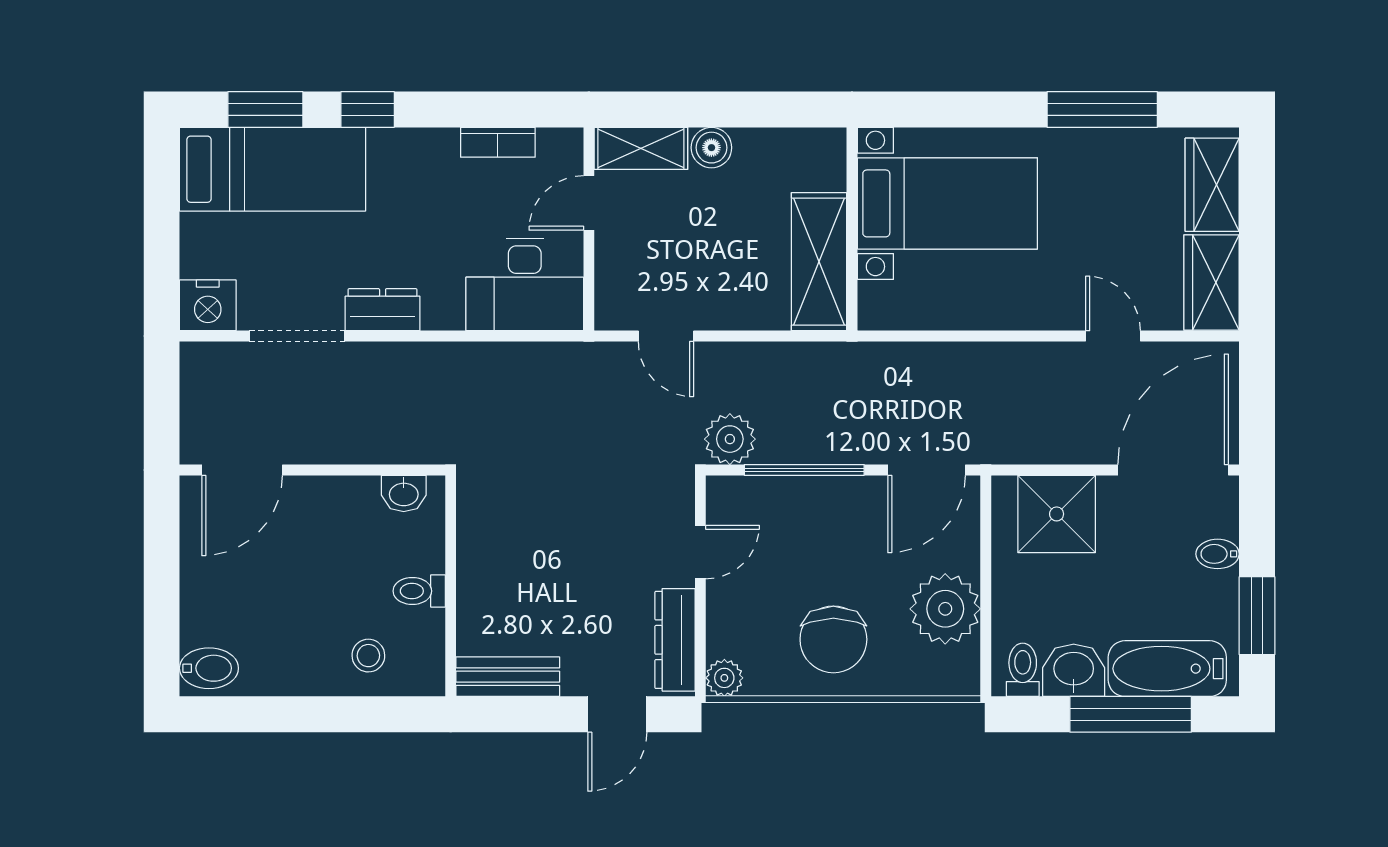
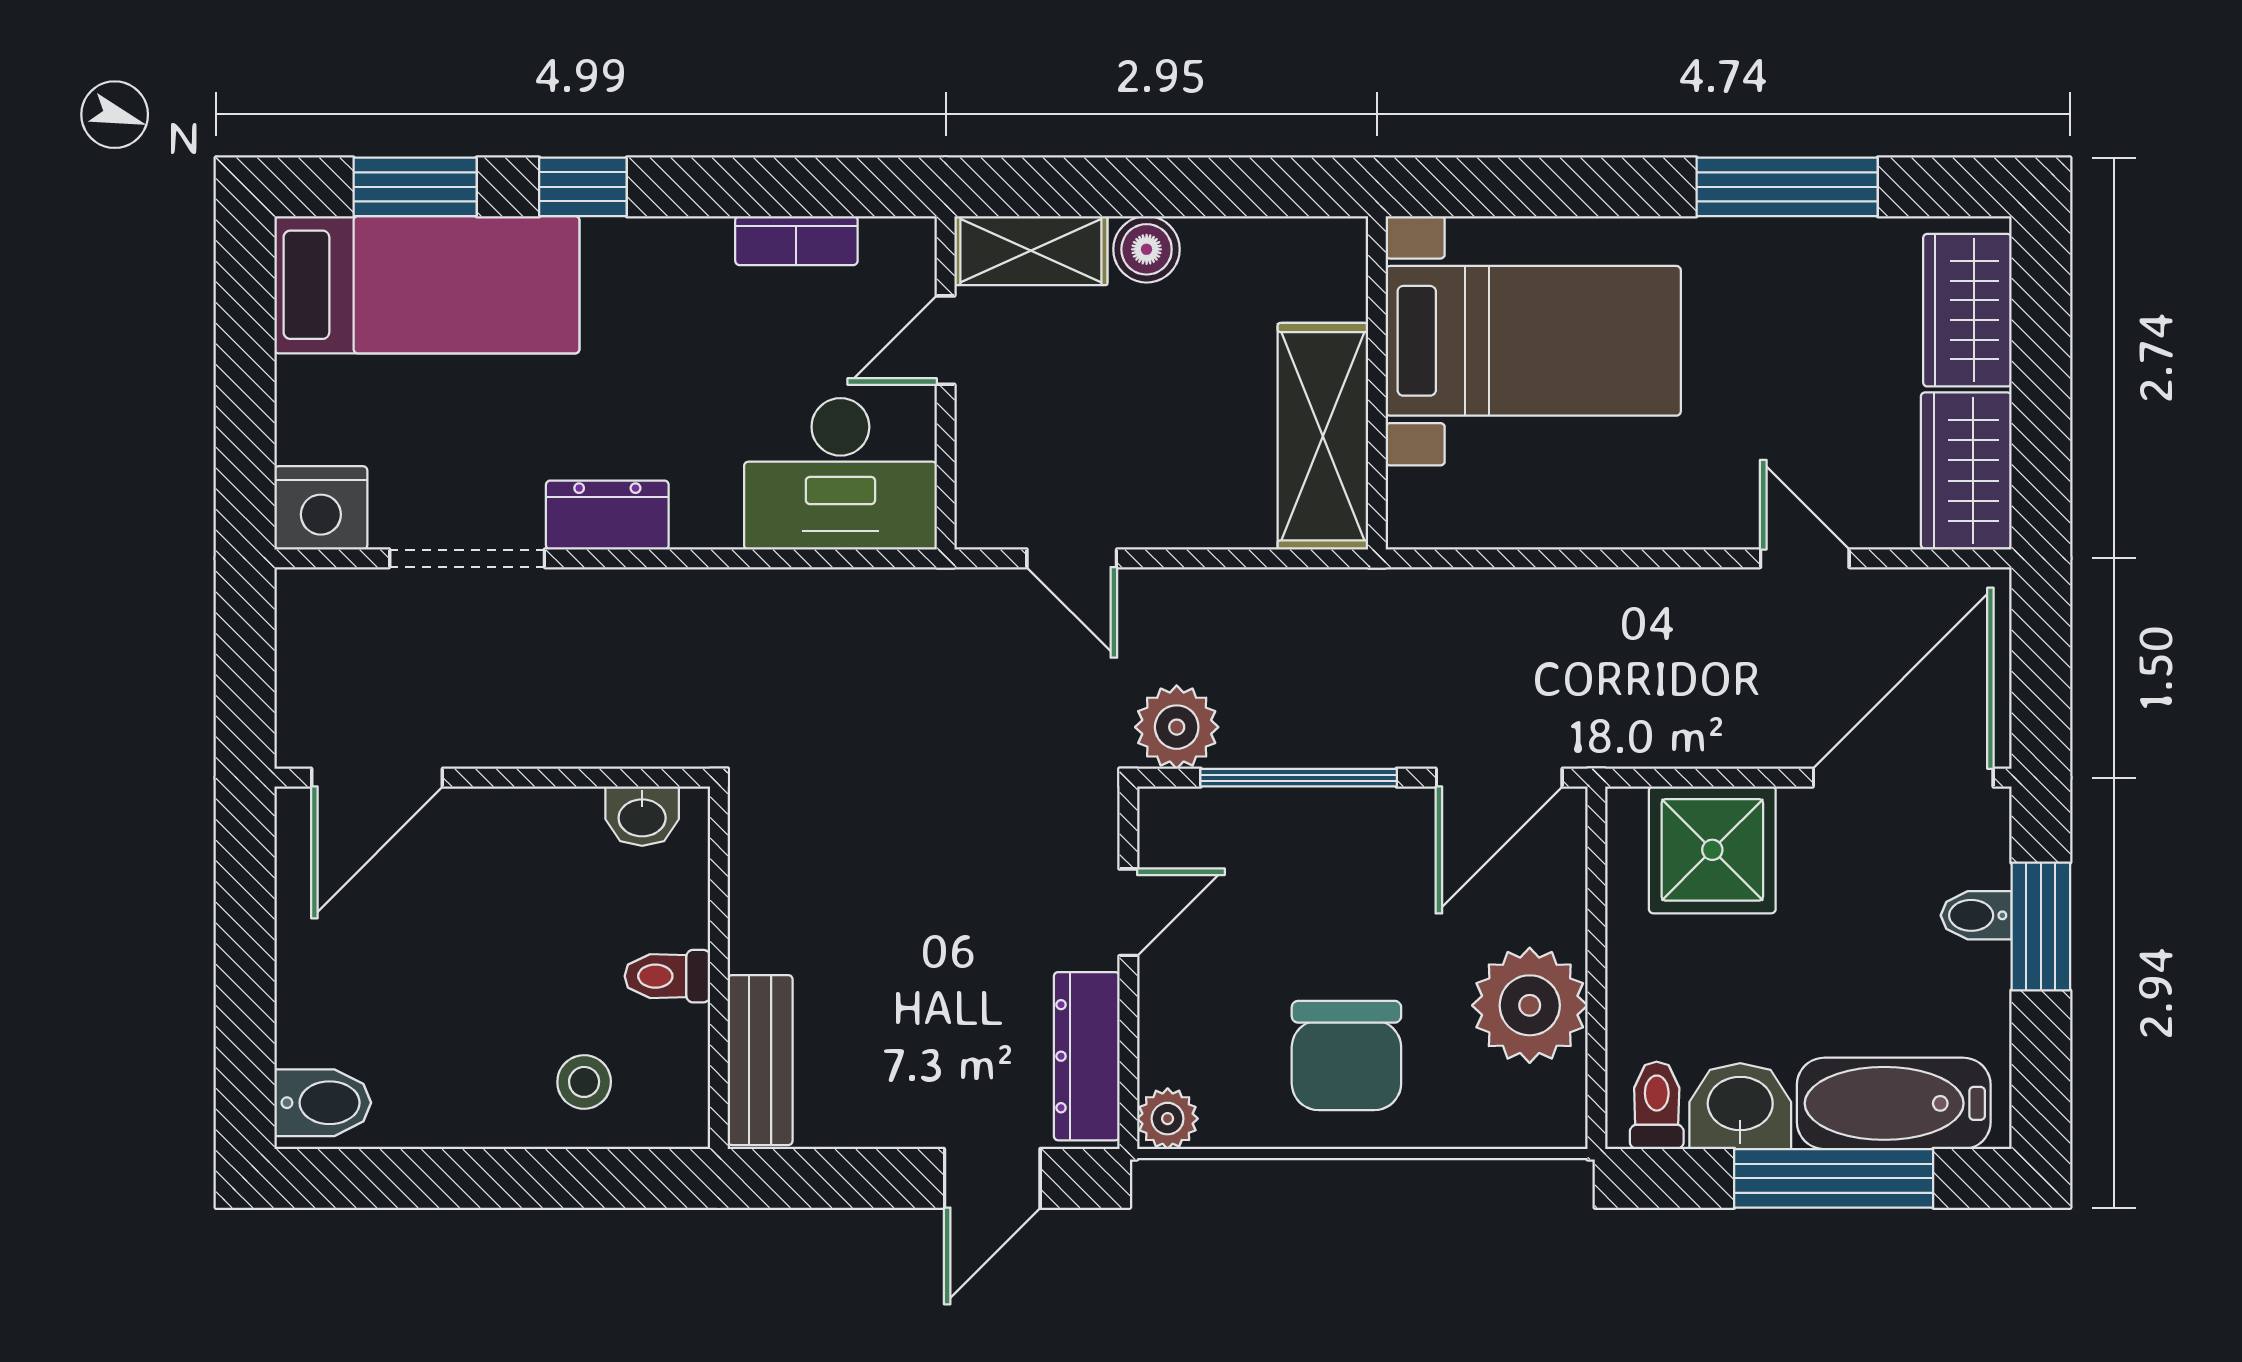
window: (1257, 616) -> (2041, 927), moved
bench: (508, 677) -> (760, 1060), moved, turned 90

